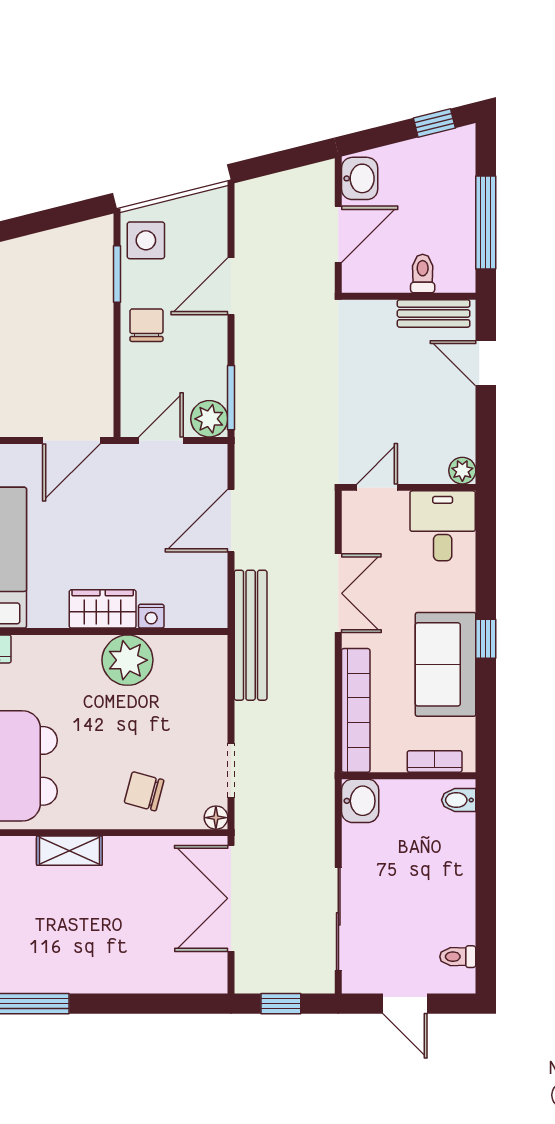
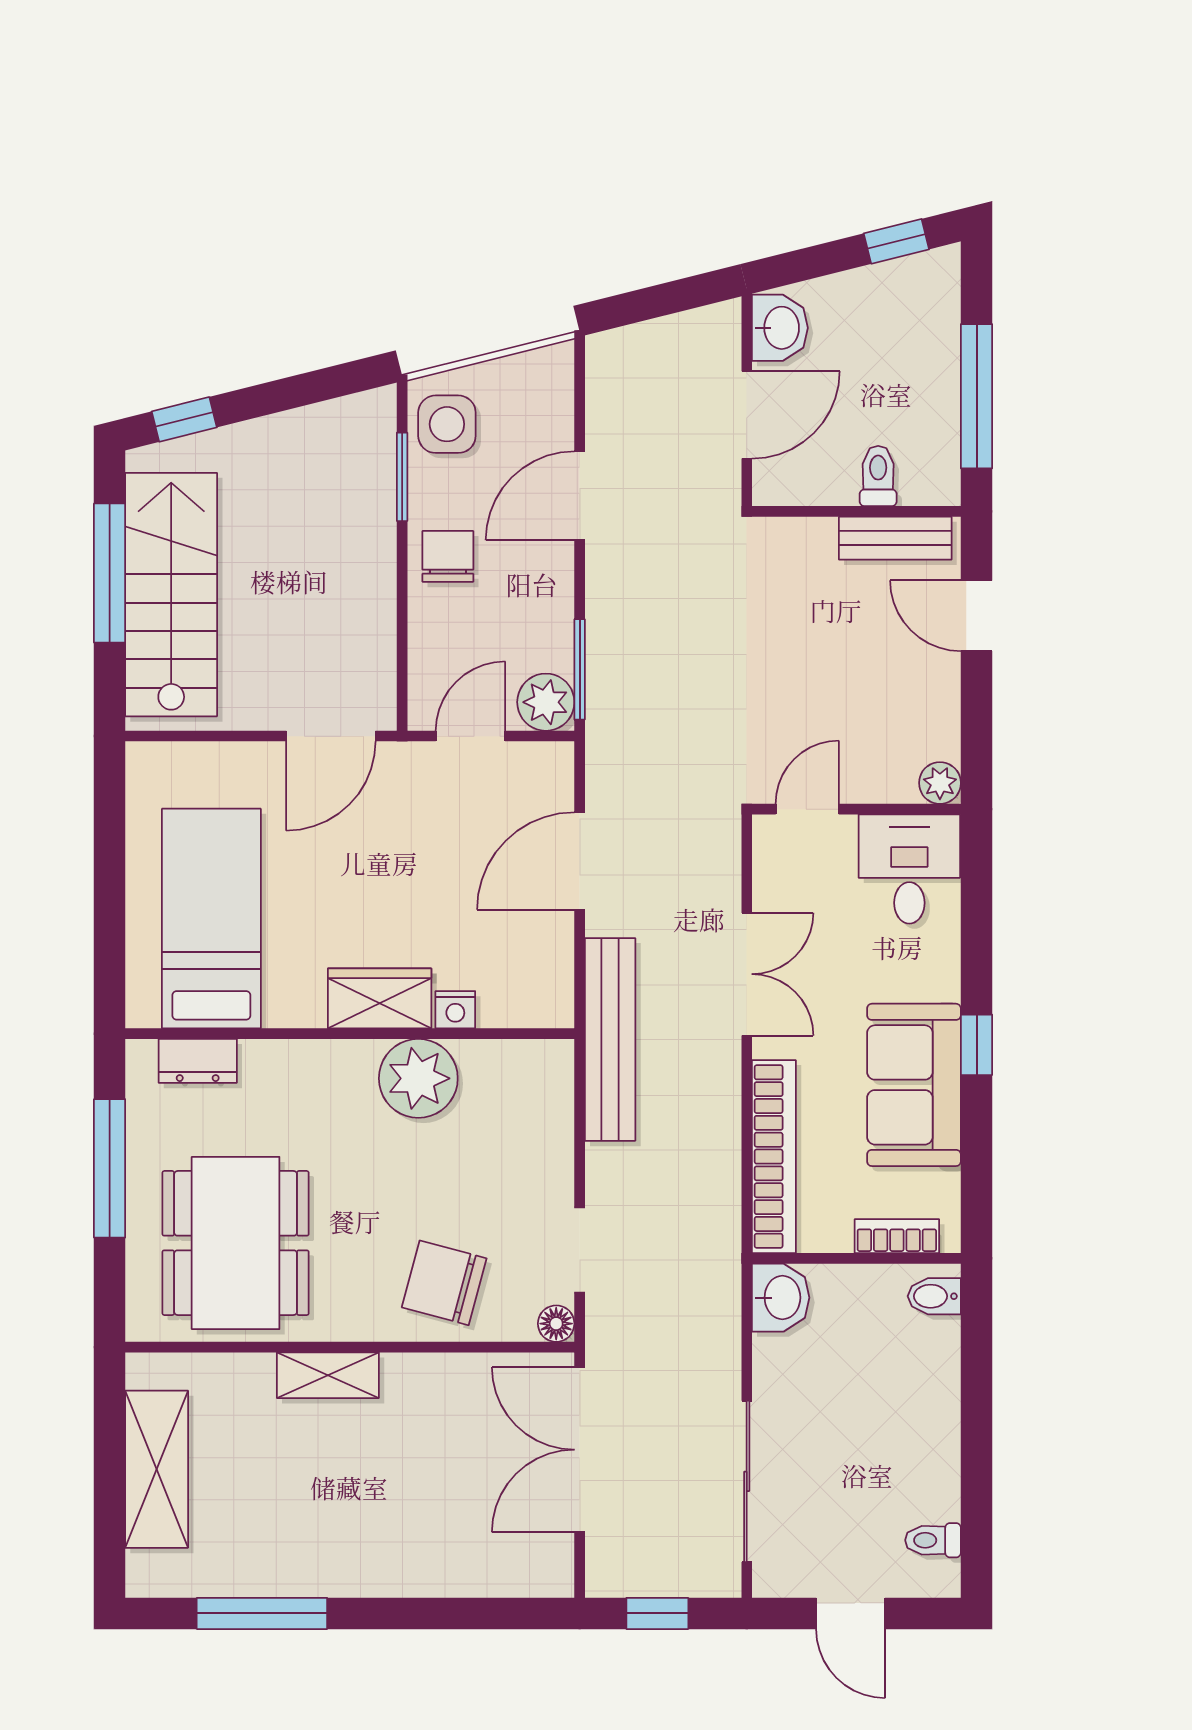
chair: (144, 791) -> (444, 1283), width x1.37, depth x1.37

